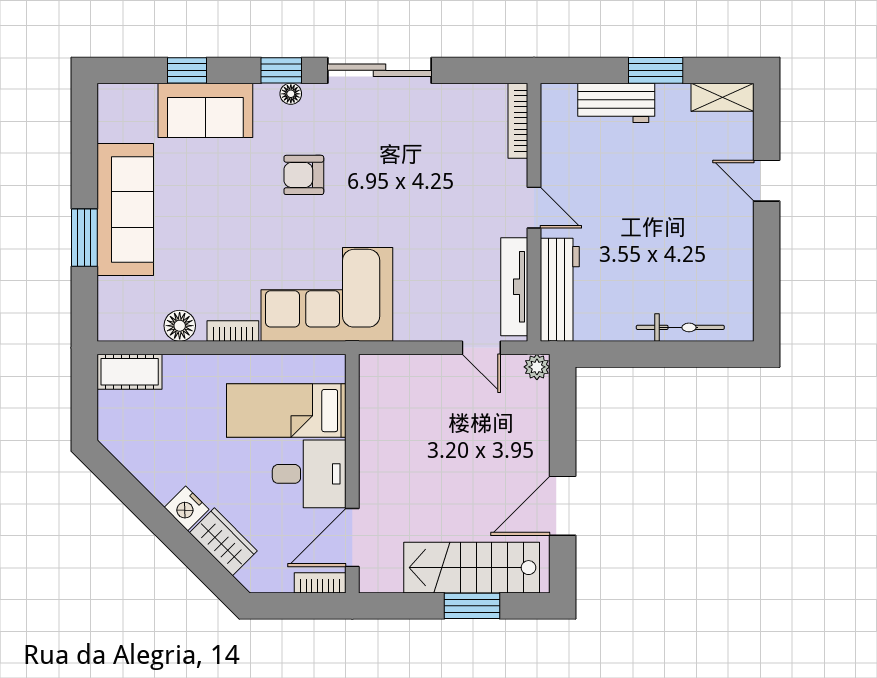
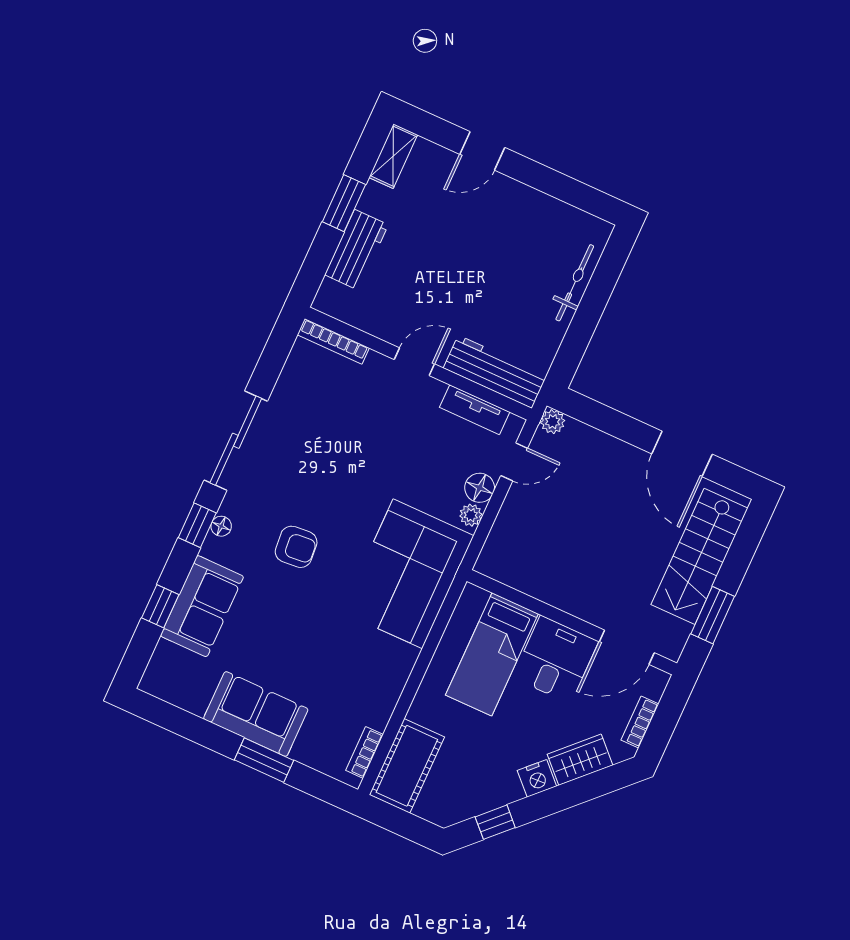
armchair: (304, 175) -> (296, 547), turned -95
sofa: (125, 210) -> (256, 714), width x0.73
tv unit: (514, 287) -> (475, 410), width x0.71
floor lamp: (180, 326) -> (480, 488), moved
plant: (411, 329) -> (471, 515), added
bookcase: (233, 331) -> (364, 752), moved
cot: (130, 372) -> (407, 766), width x1.37, depth x1.34
window: (126, 487) -> (495, 822), added
door: (352, 537) -> (627, 647), hinge flipped
bookcase: (320, 583) -> (640, 722), moved
window: (472, 606) -> (713, 615), moved

